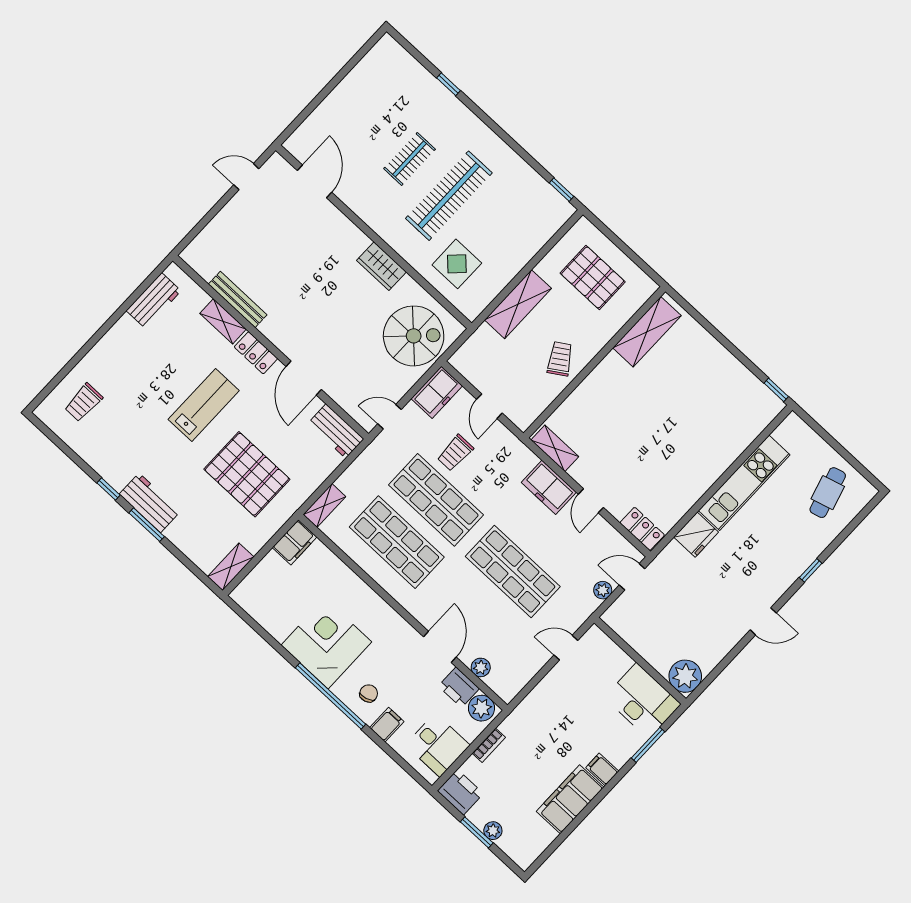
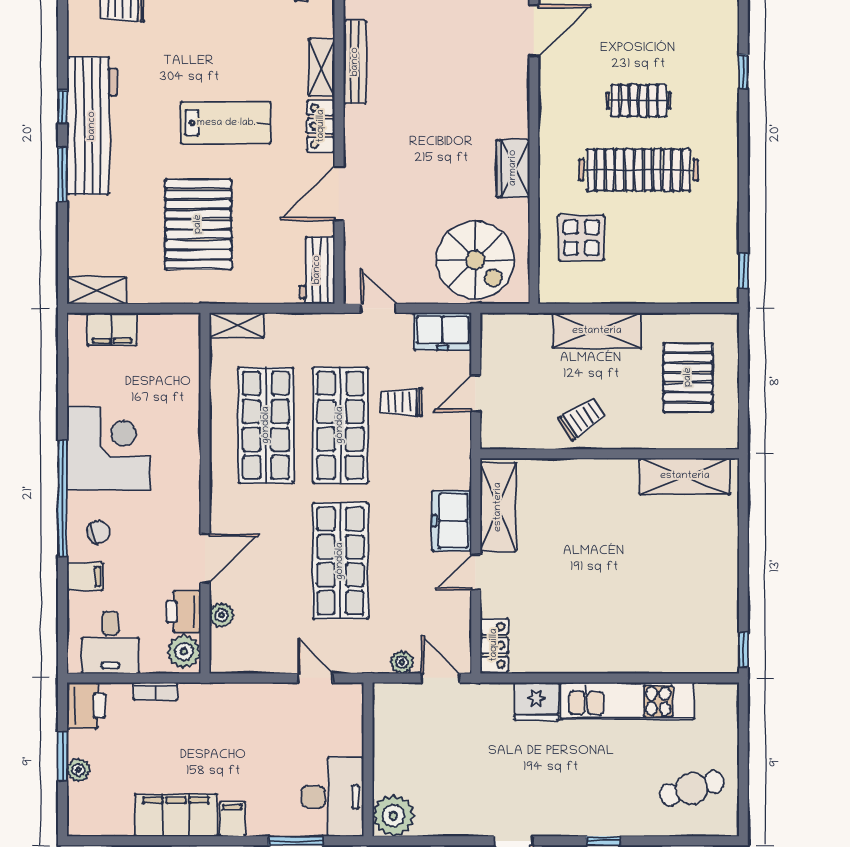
shelving: (555, 448) -> (498, 507), width x1.50, depth x1.33
workbench: (150, 503) -> (92, 126), width x1.87, depth x1.32
filing cabinet: (295, 542) -> (112, 329), moved

